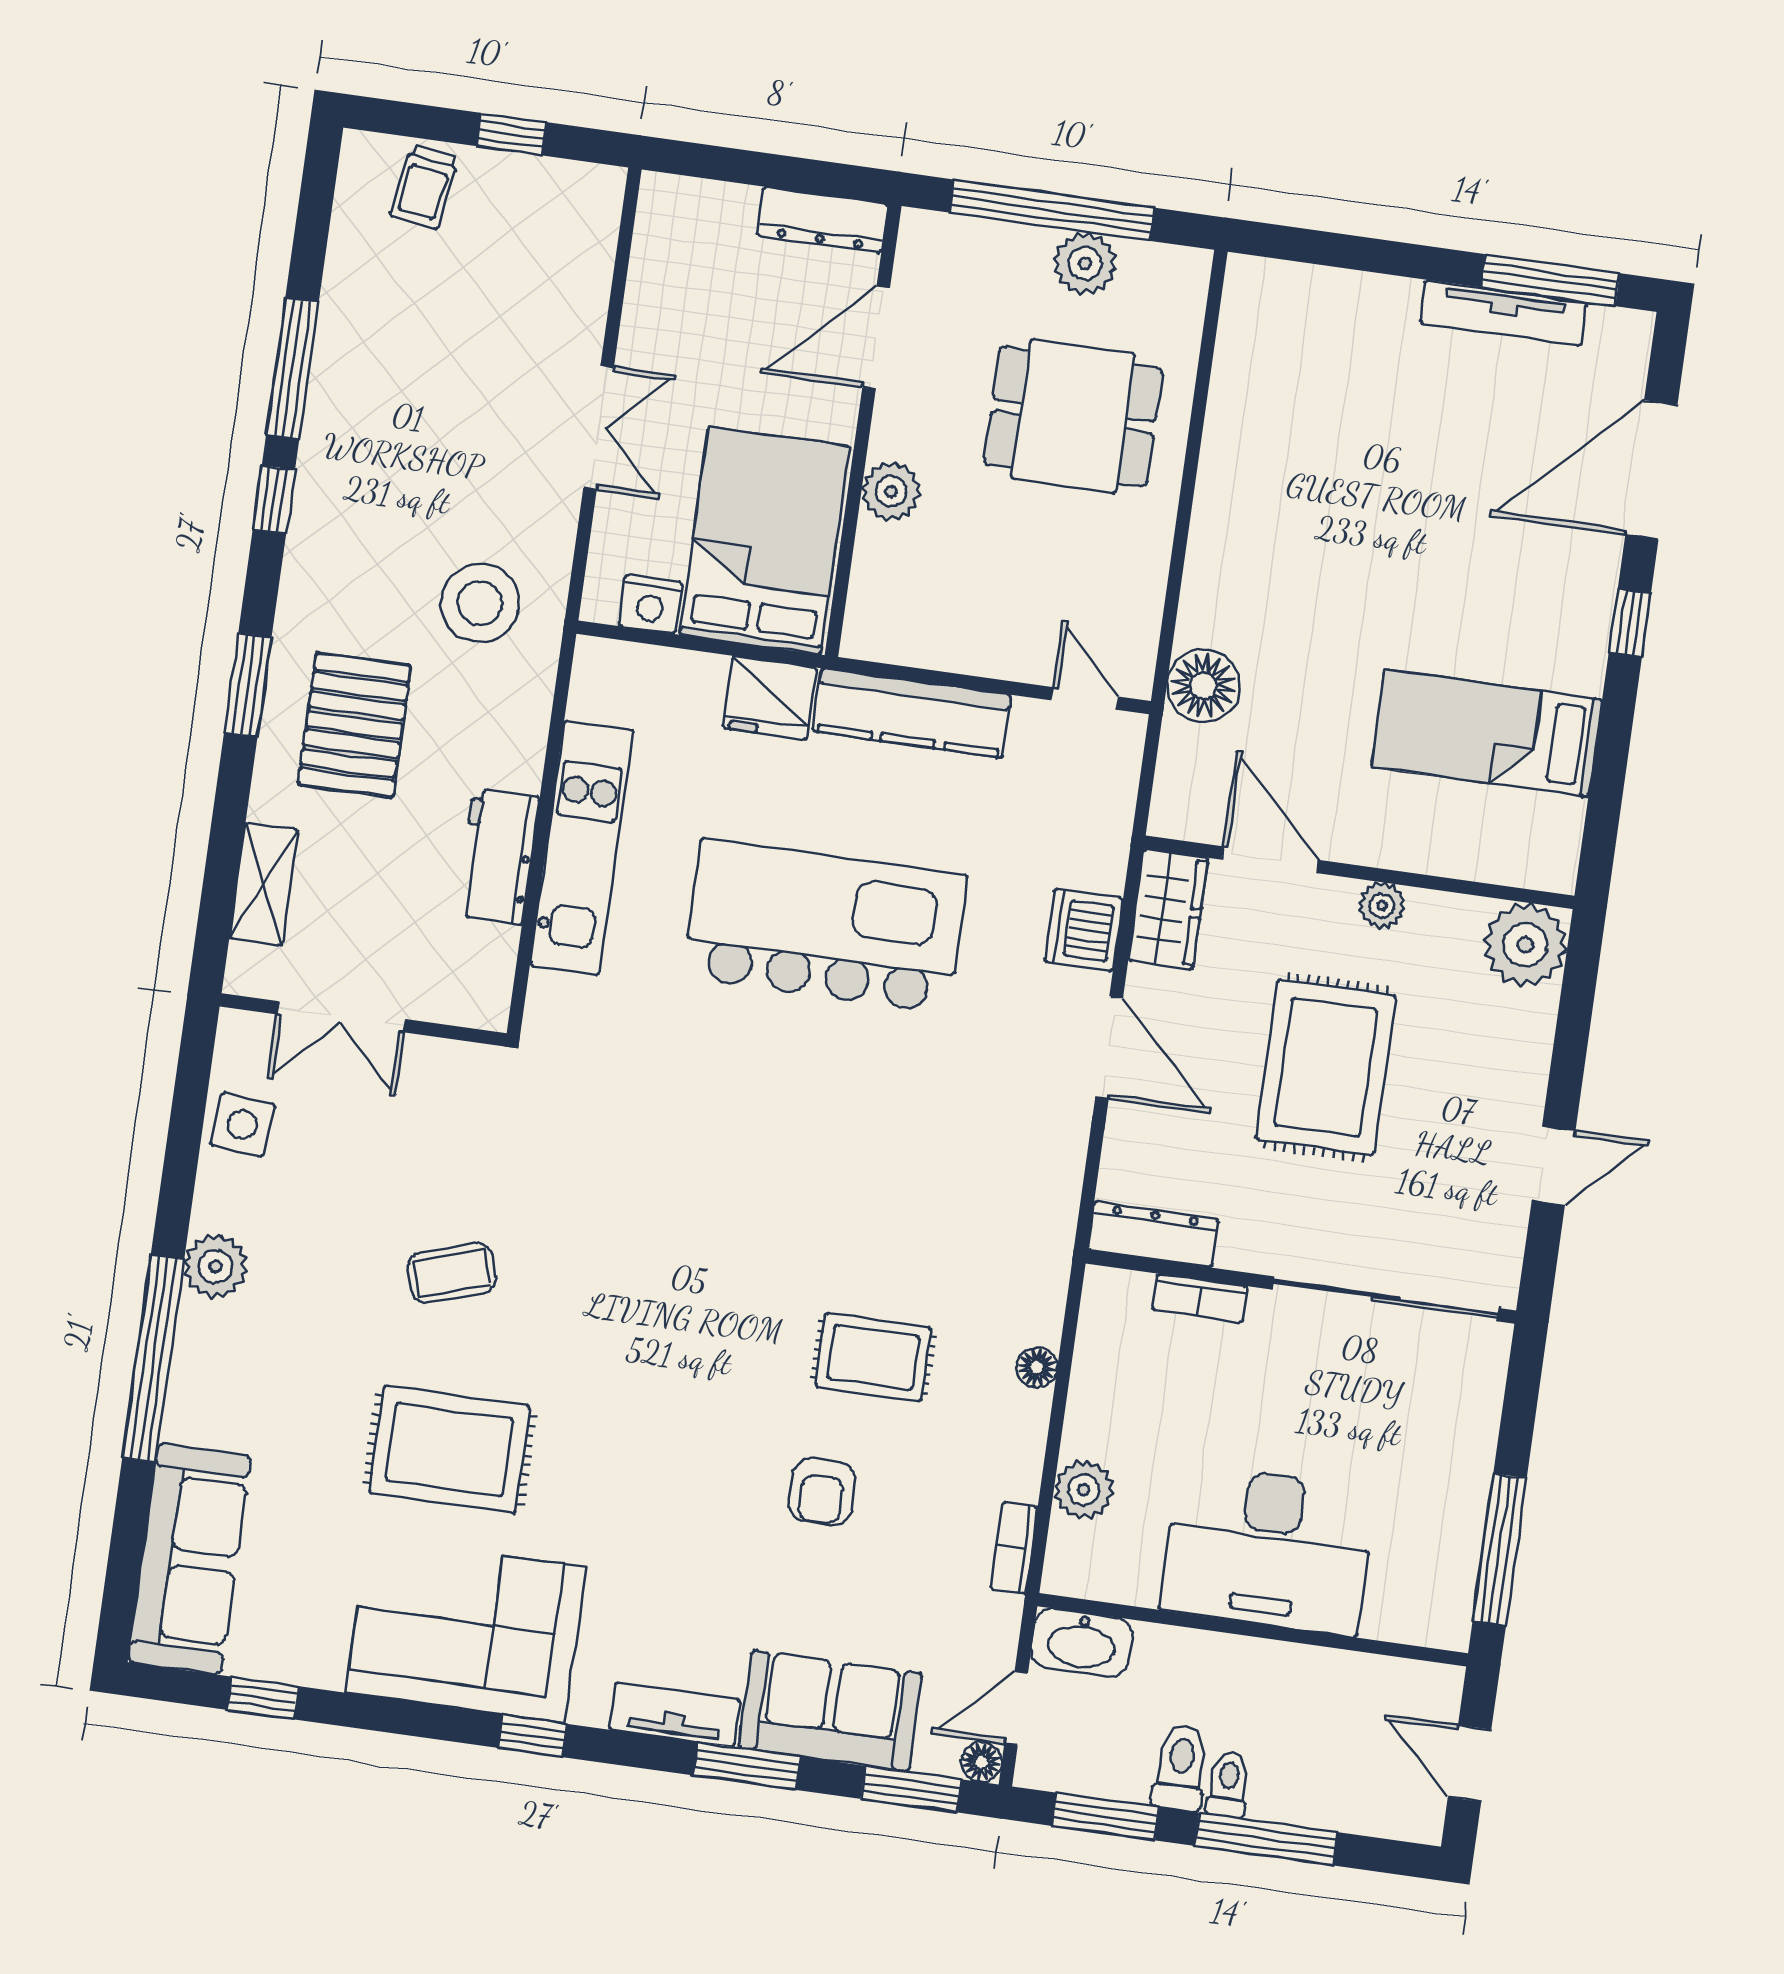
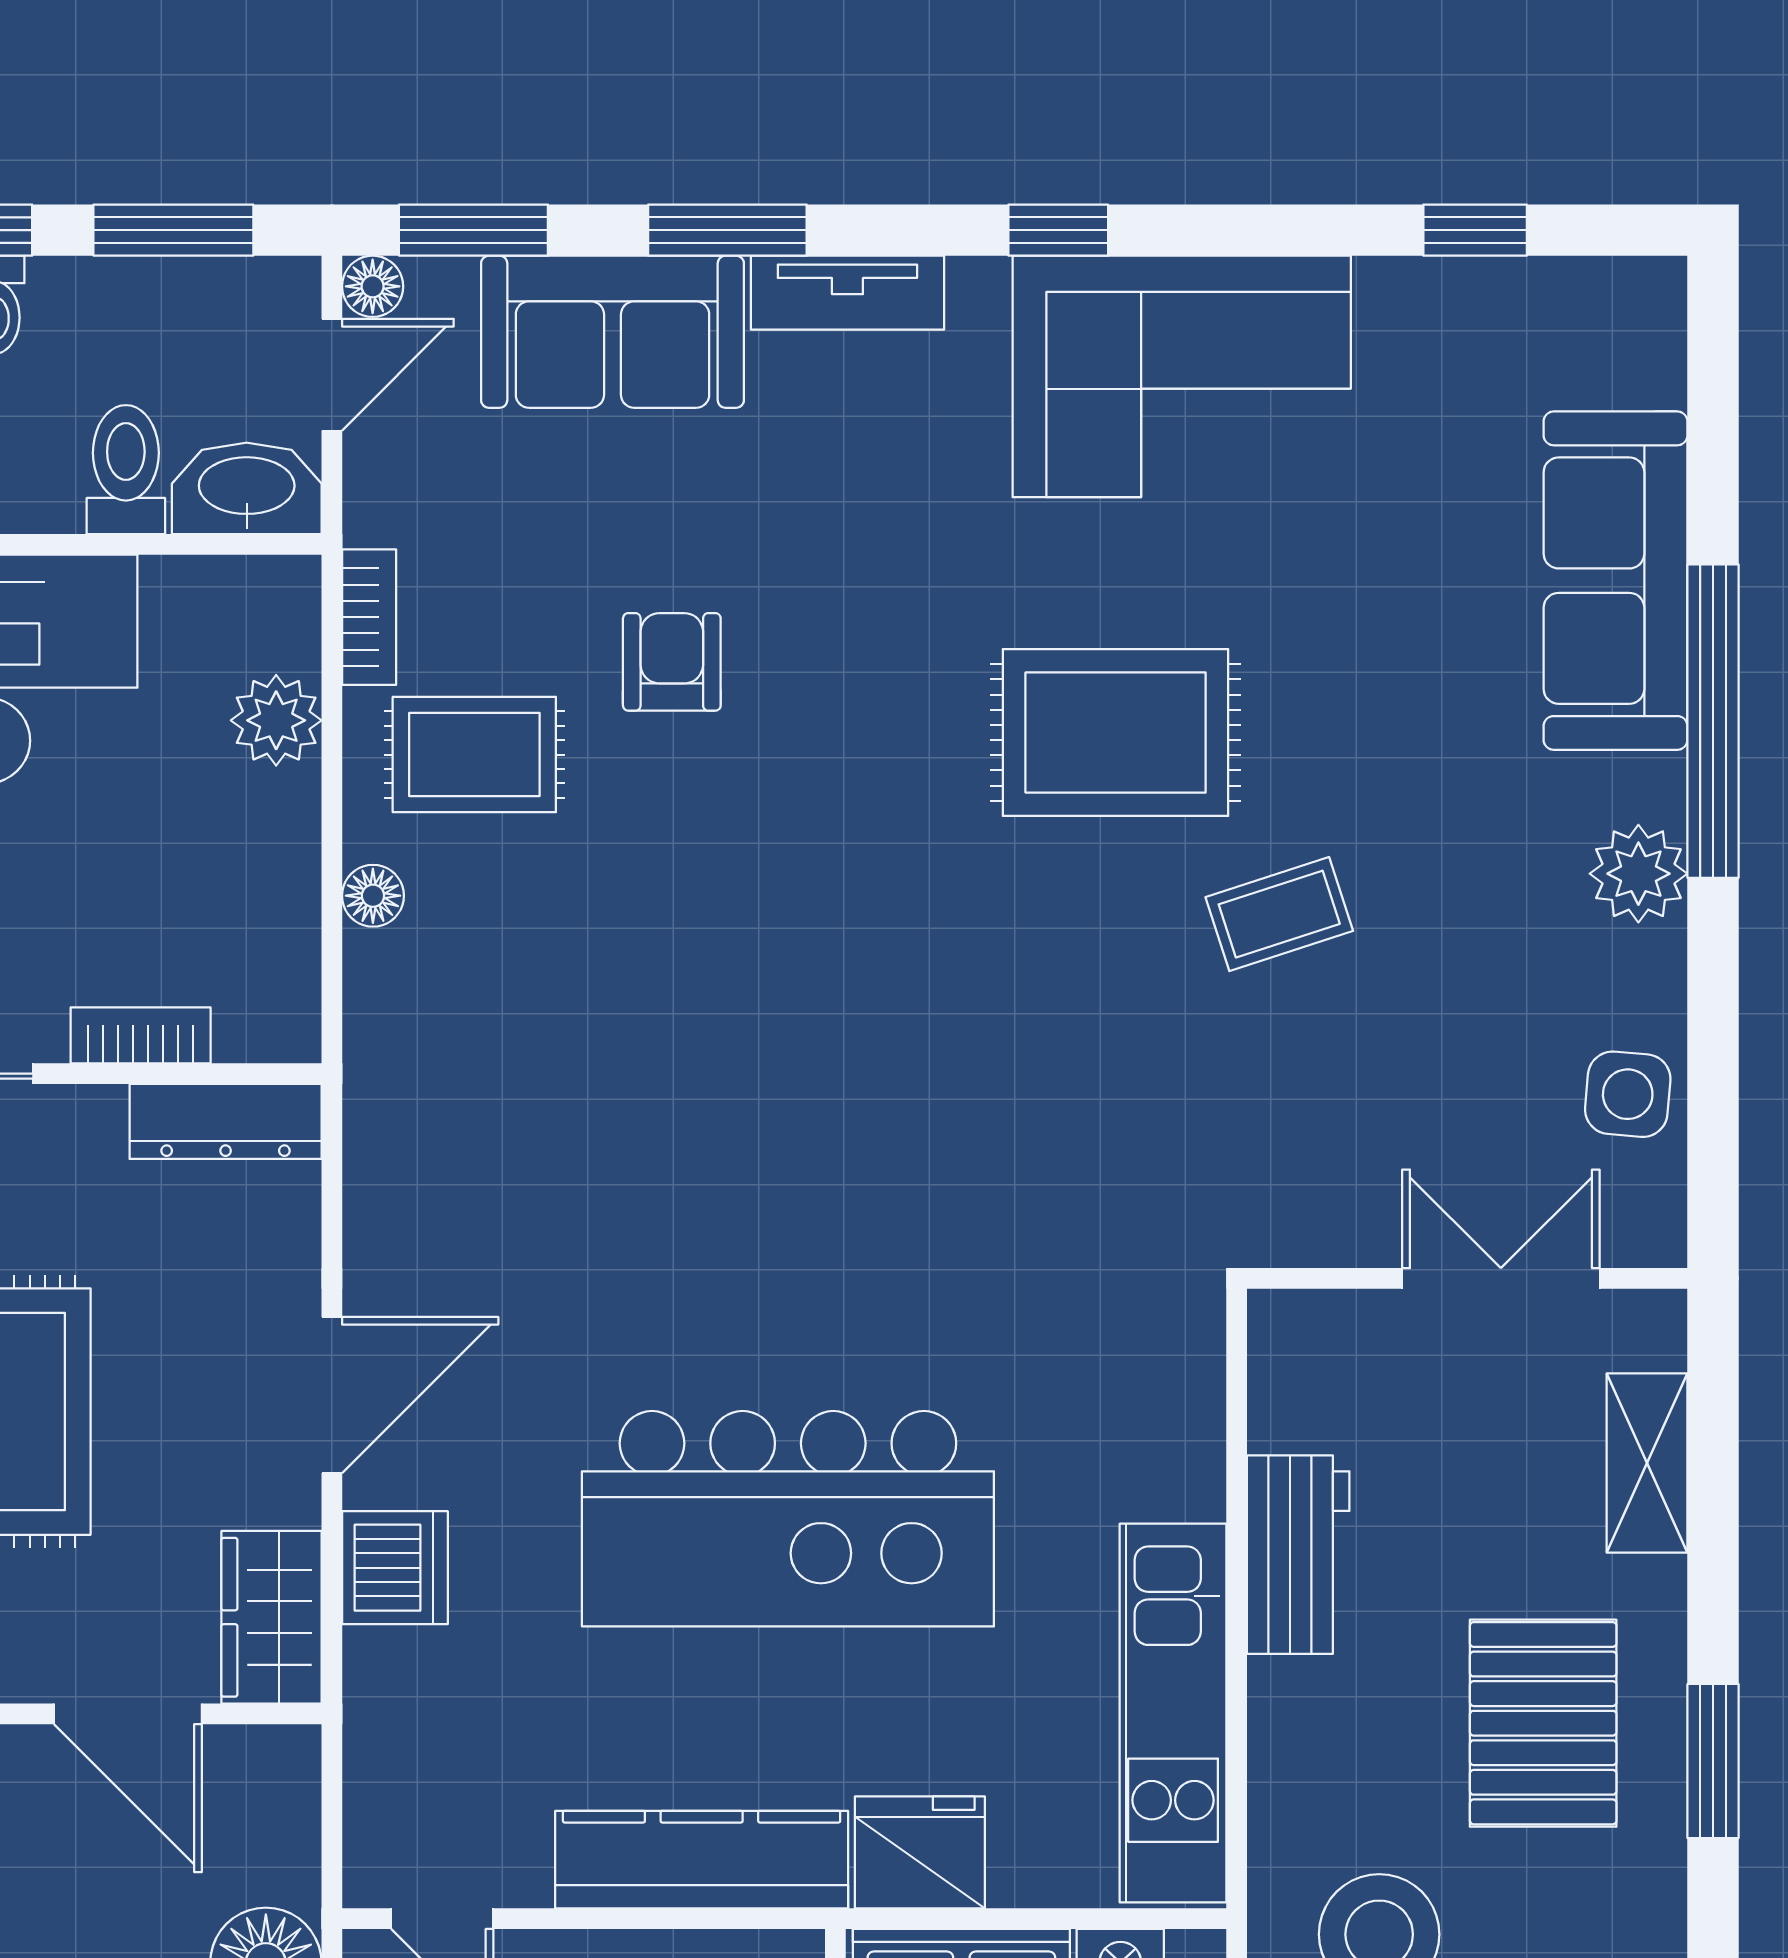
kitchen unit: (582, 848) -> (1173, 1713), moved
door: (1109, 1048) -> (332, 1395), swing flipped
rug: (873, 1357) -> (474, 755), moved
rug: (450, 1449) -> (1116, 733), moved
sofa: (189, 1559) -> (1615, 581), moved
toilet: (1180, 1767) -> (126, 470), moved, turned 180

